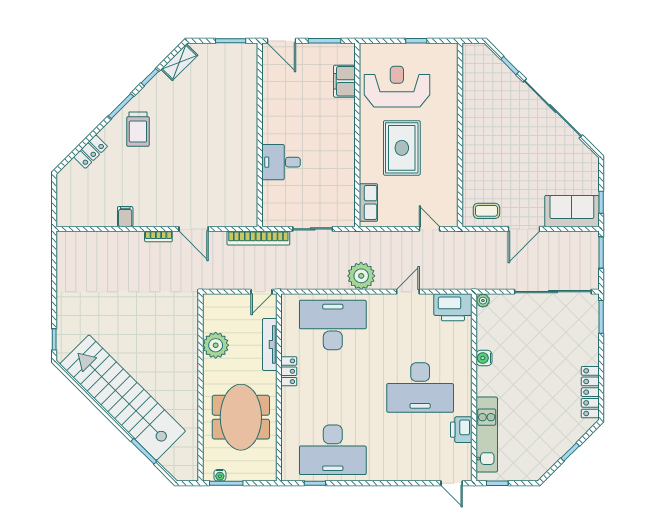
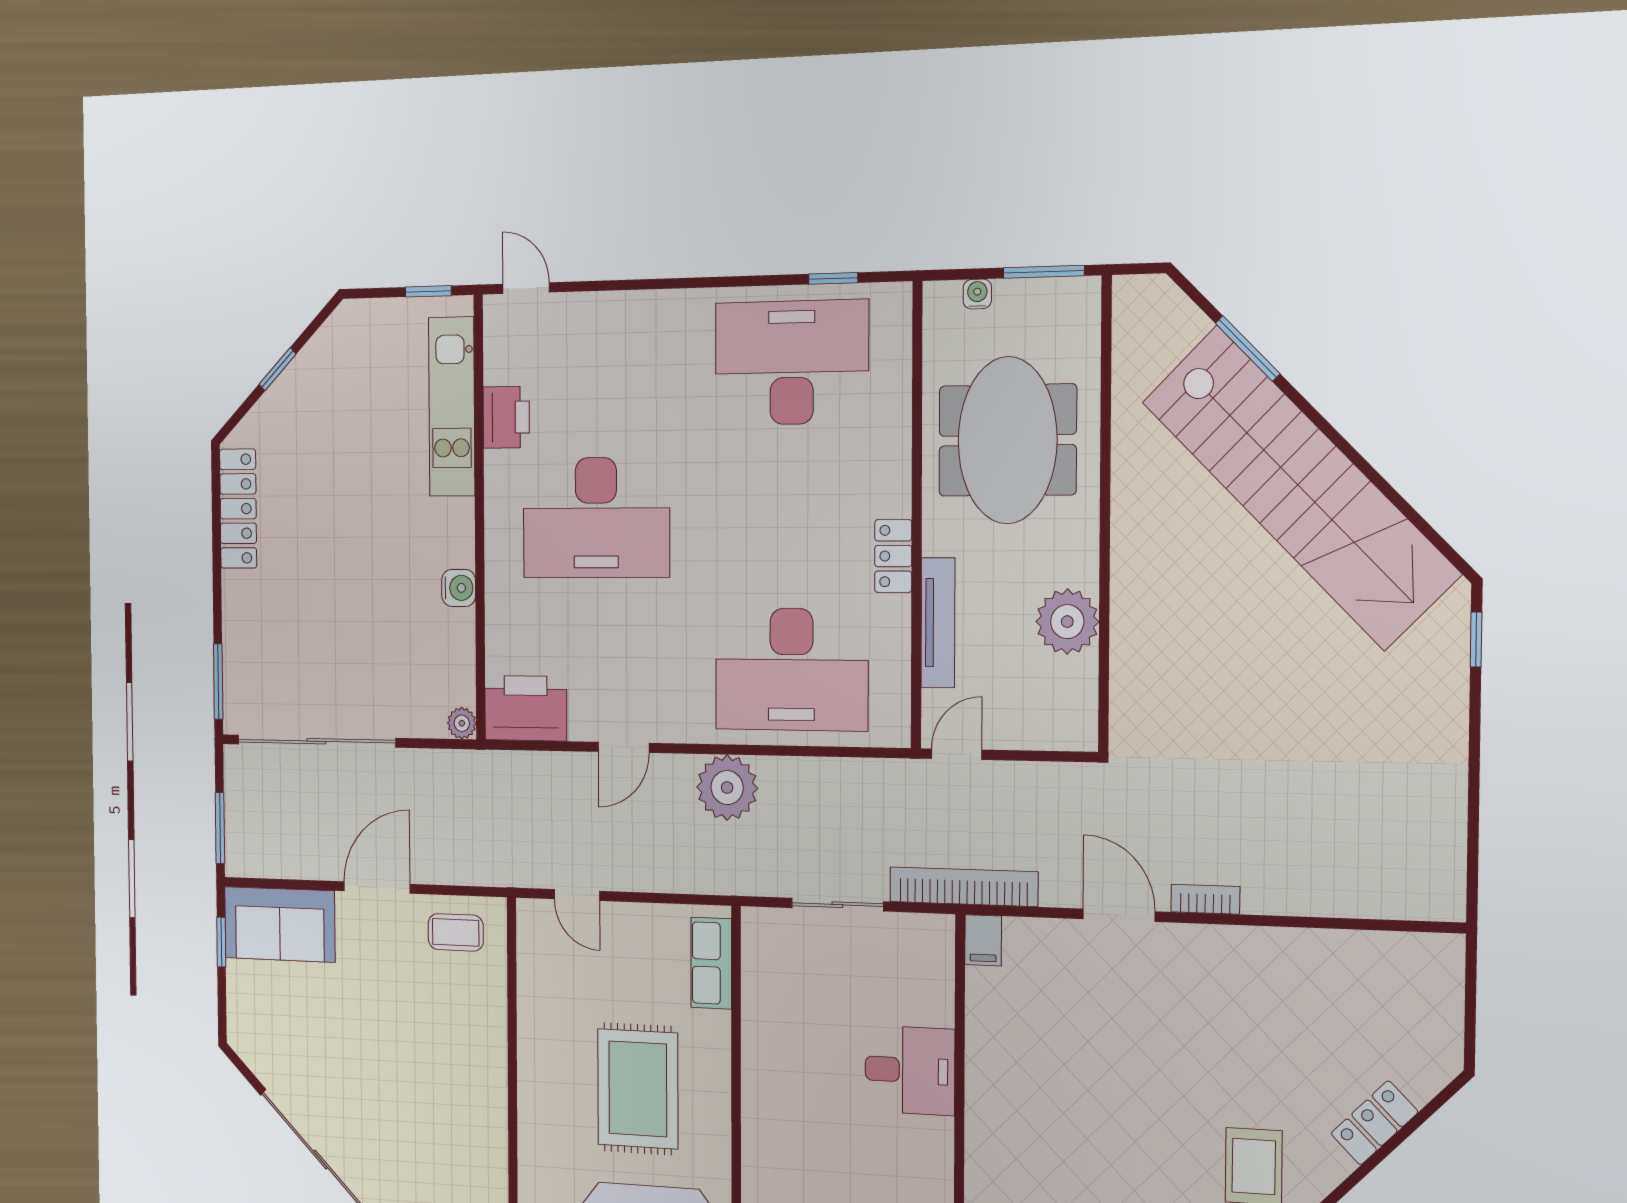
filing cabinet: (125, 217) -> (983, 940), moved
desk: (420, 387) -> (596, 518), turned 180
water cooler: (220, 475) -> (977, 294), moved

